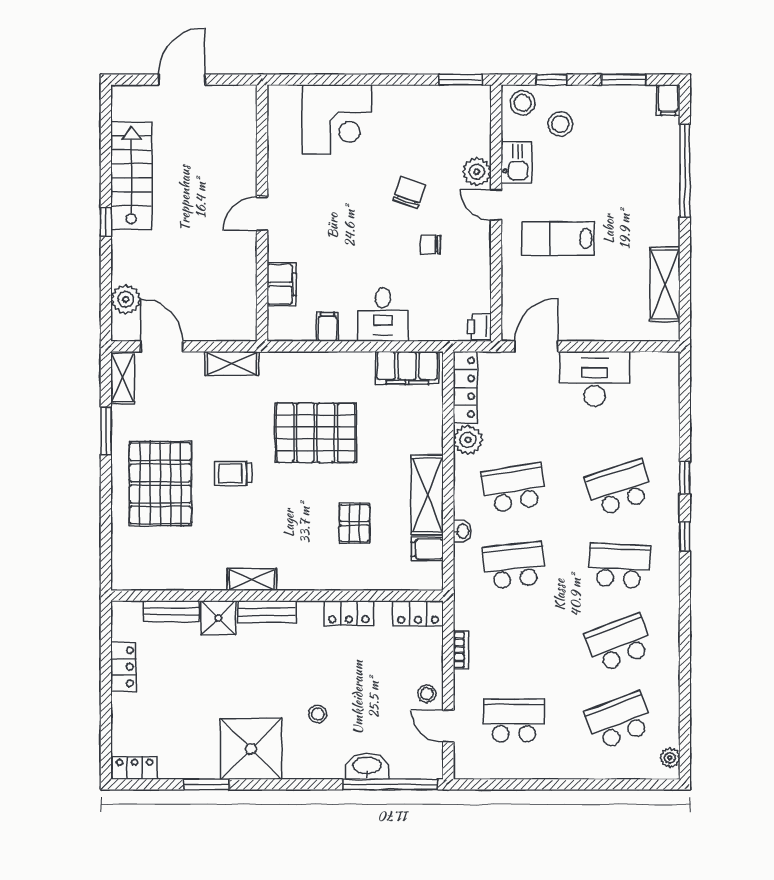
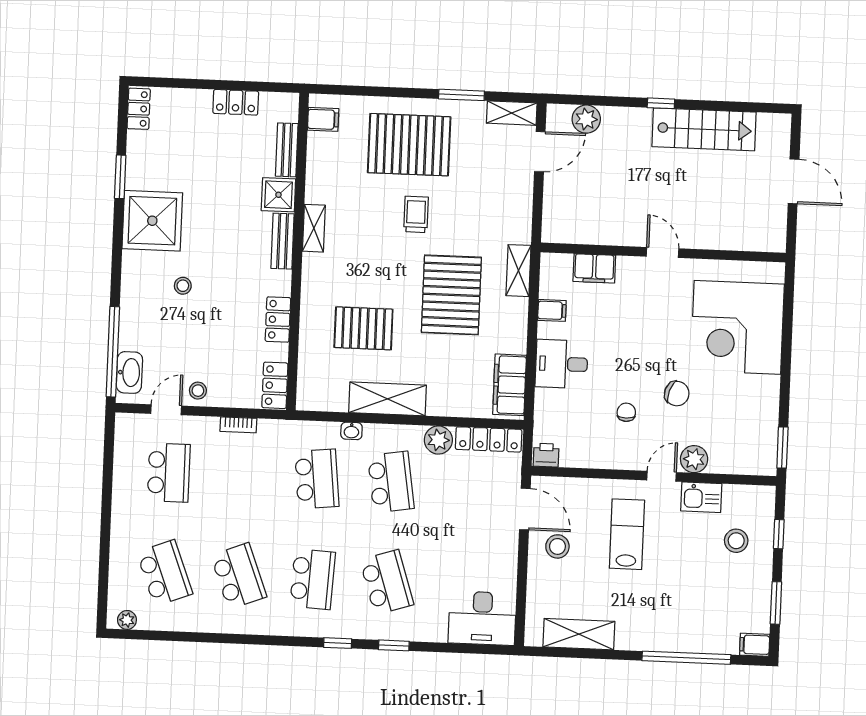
stool: (523, 103) -> (557, 546), moved
corner desk: (337, 119) -> (737, 327), width x1.36, depth x1.36
shelving: (232, 364) -> (519, 271), moved
desk: (595, 379) -> (482, 618), moved, turned 90
pallet: (354, 523) -> (363, 328), width x1.50, depth x1.42
filing cabinet: (427, 549) -> (323, 119), moved, turned 90
washbasin: (367, 766) -> (129, 372), moved

